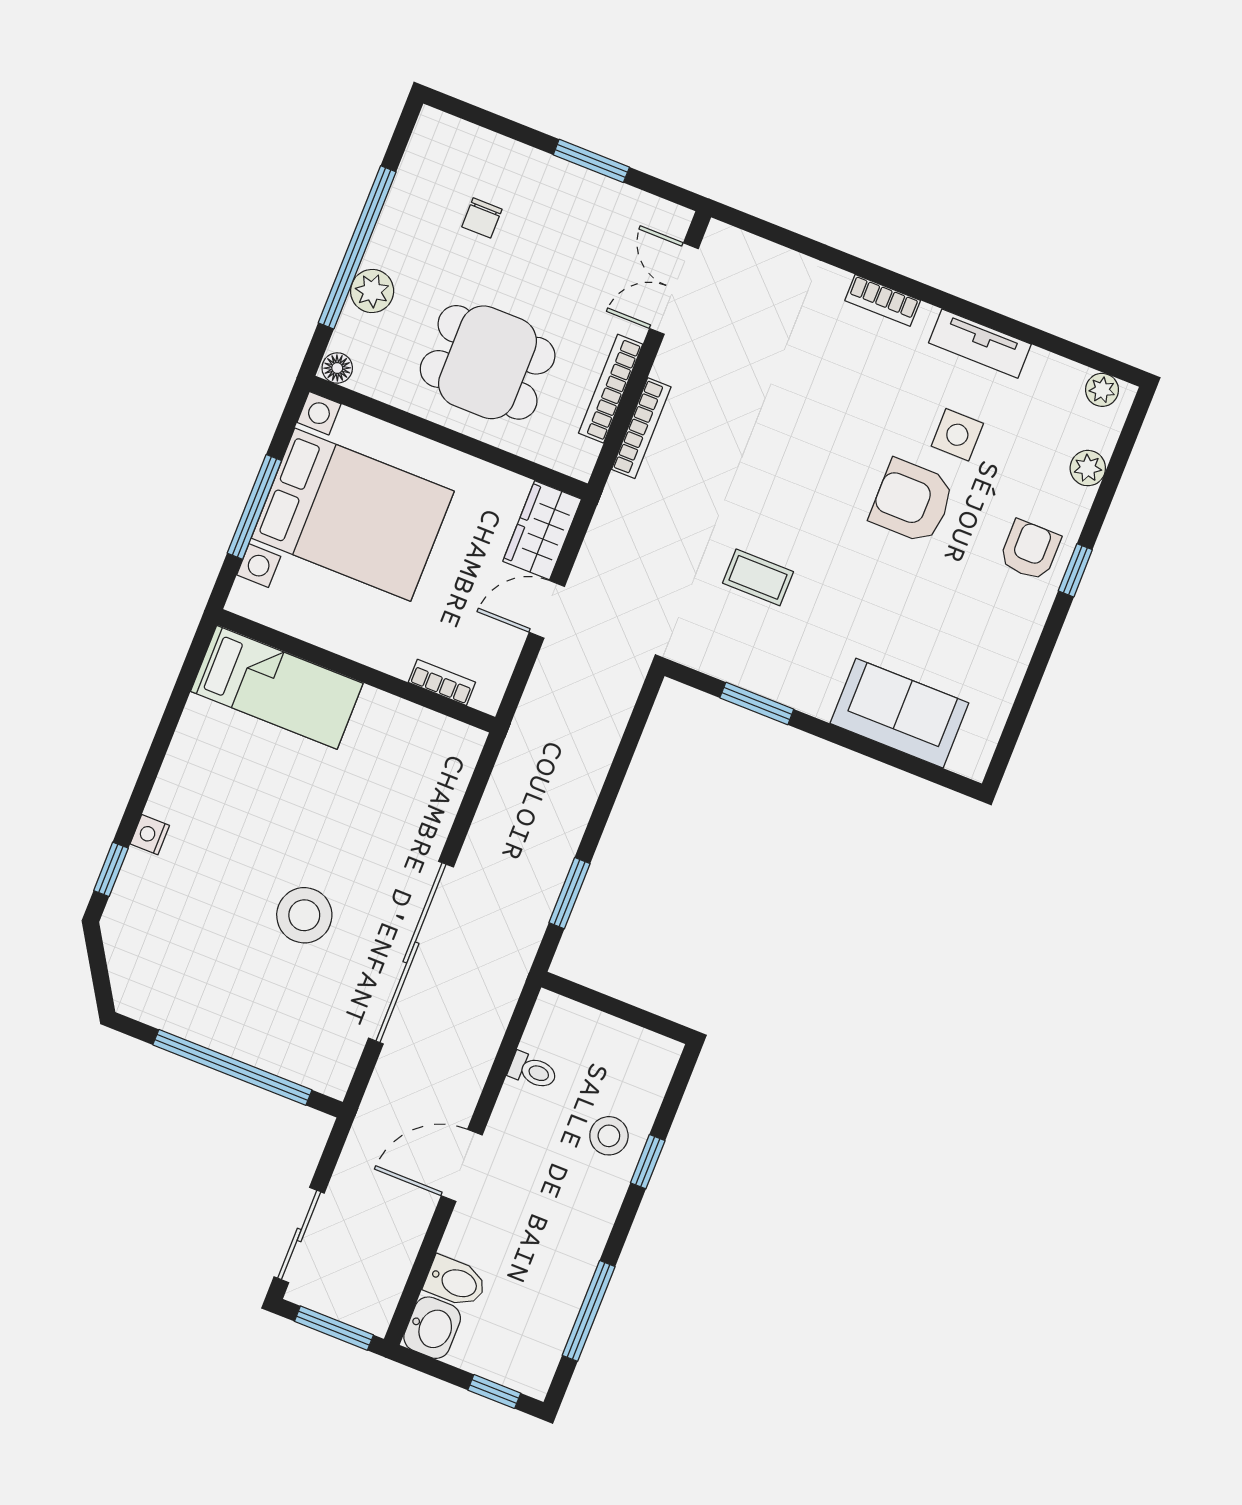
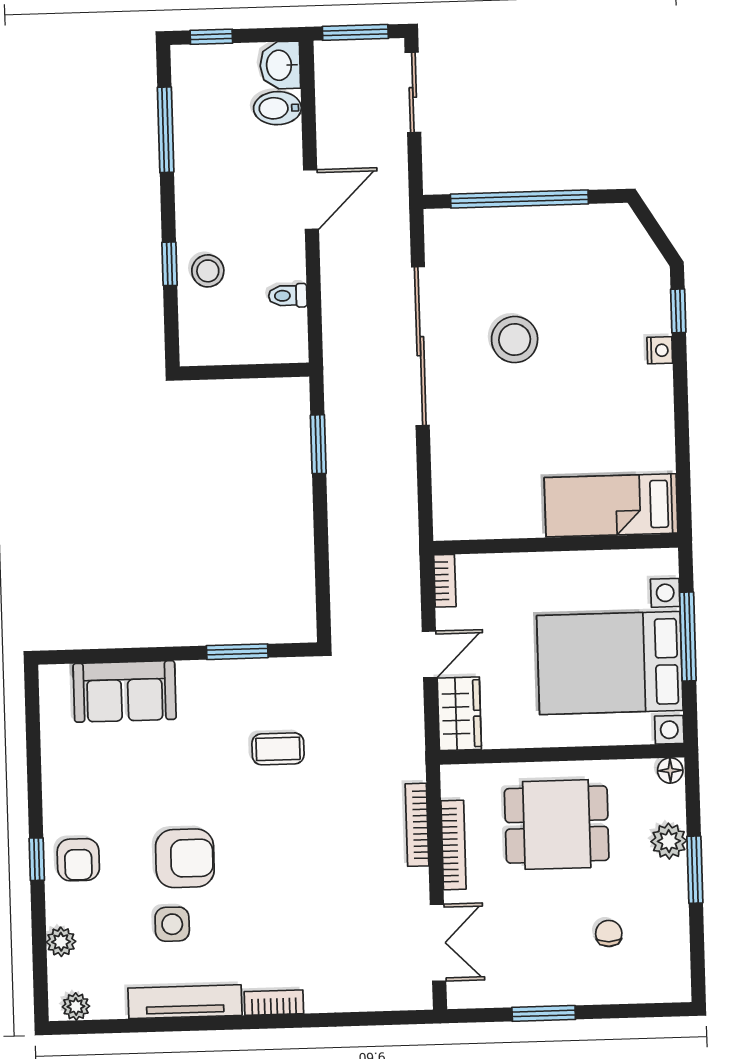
window: (357, 247) -> (695, 870), width x0.47
tv unit: (980, 344) -> (185, 1002), width x1.41
bookcase: (442, 682) -> (445, 581), moved, turned -90

